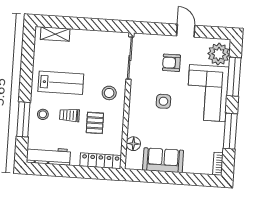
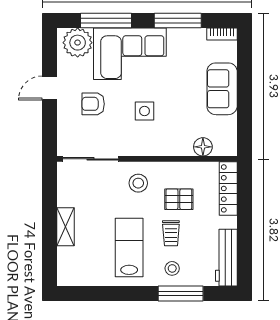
shelving: (55, 34) -> (66, 227), moved
armchair: (171, 63) -> (93, 104), turned 90
sofa: (163, 160) -> (222, 89), moved

